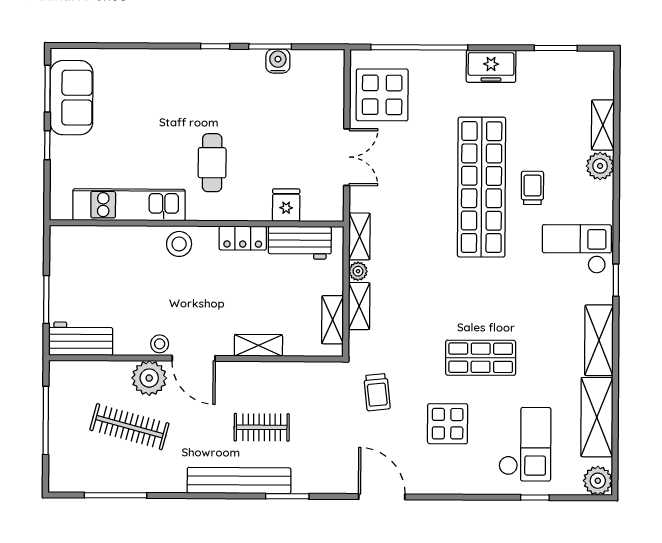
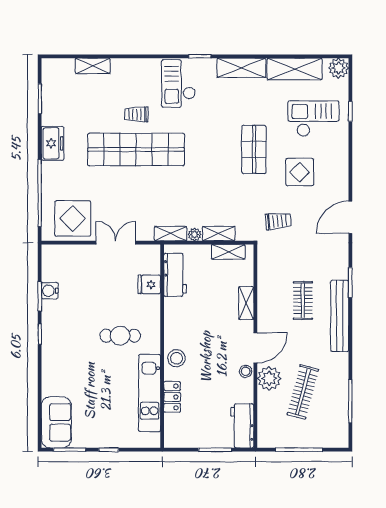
sofa: (71, 98) -> (56, 422), moved, turned 90
plant: (600, 166) -> (121, 68), removed
locker: (243, 238) -> (172, 397), moved

